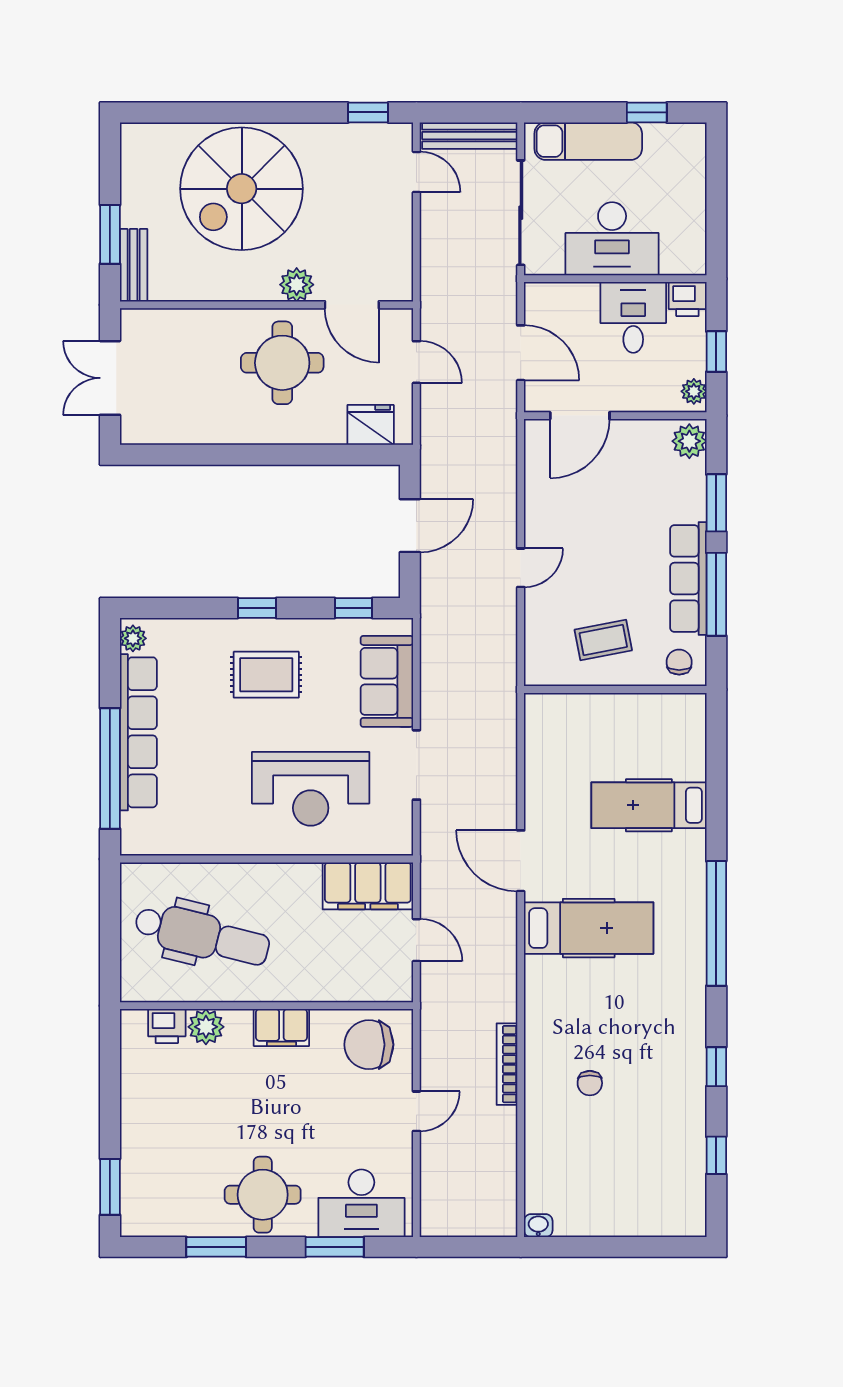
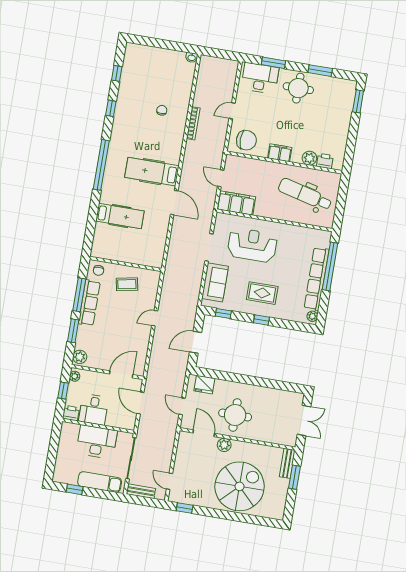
bench: (470, 136) -> (141, 491), width x0.73

